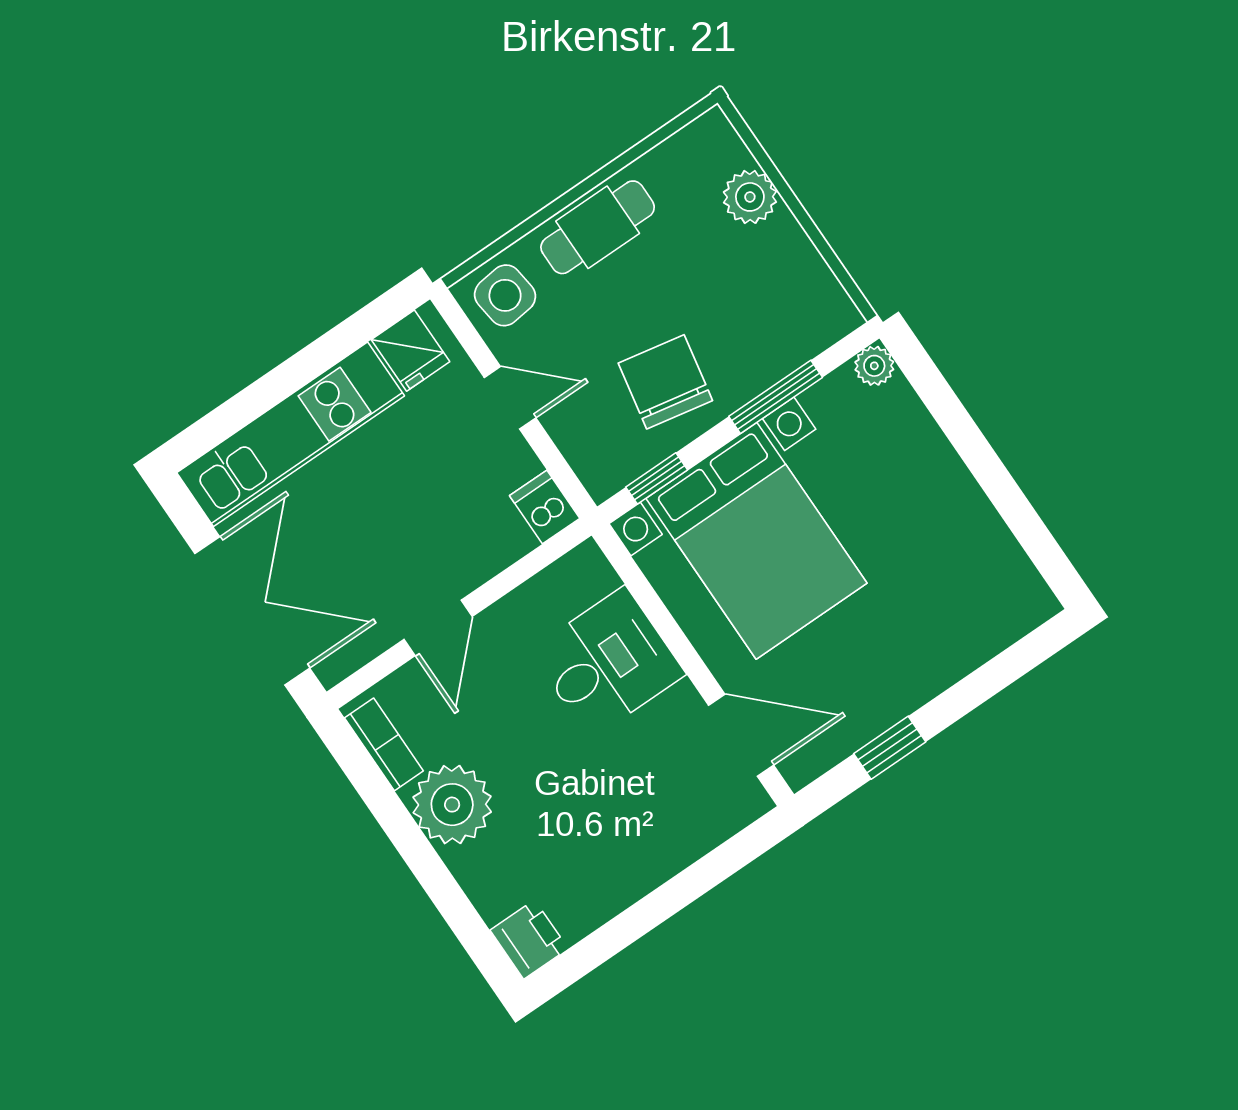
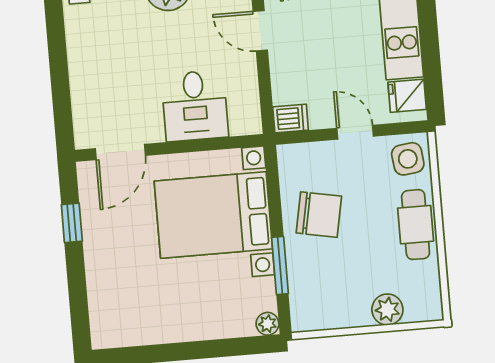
door: (510, 398) -> (355, 132), swing flipped
window: (657, 478) -> (273, 183), removed

